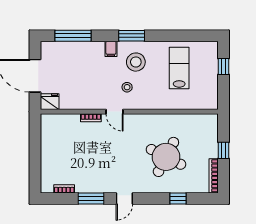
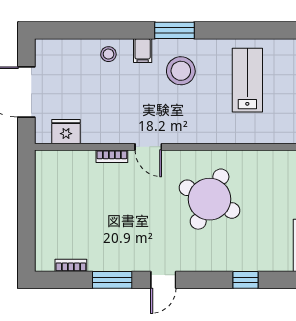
window: (73, 36) -> (84, 30), removed
stool: (127, 87) -> (108, 54), moved
fridge: (50, 102) -> (66, 132), moved
round table: (166, 157) -> (210, 199), moved

